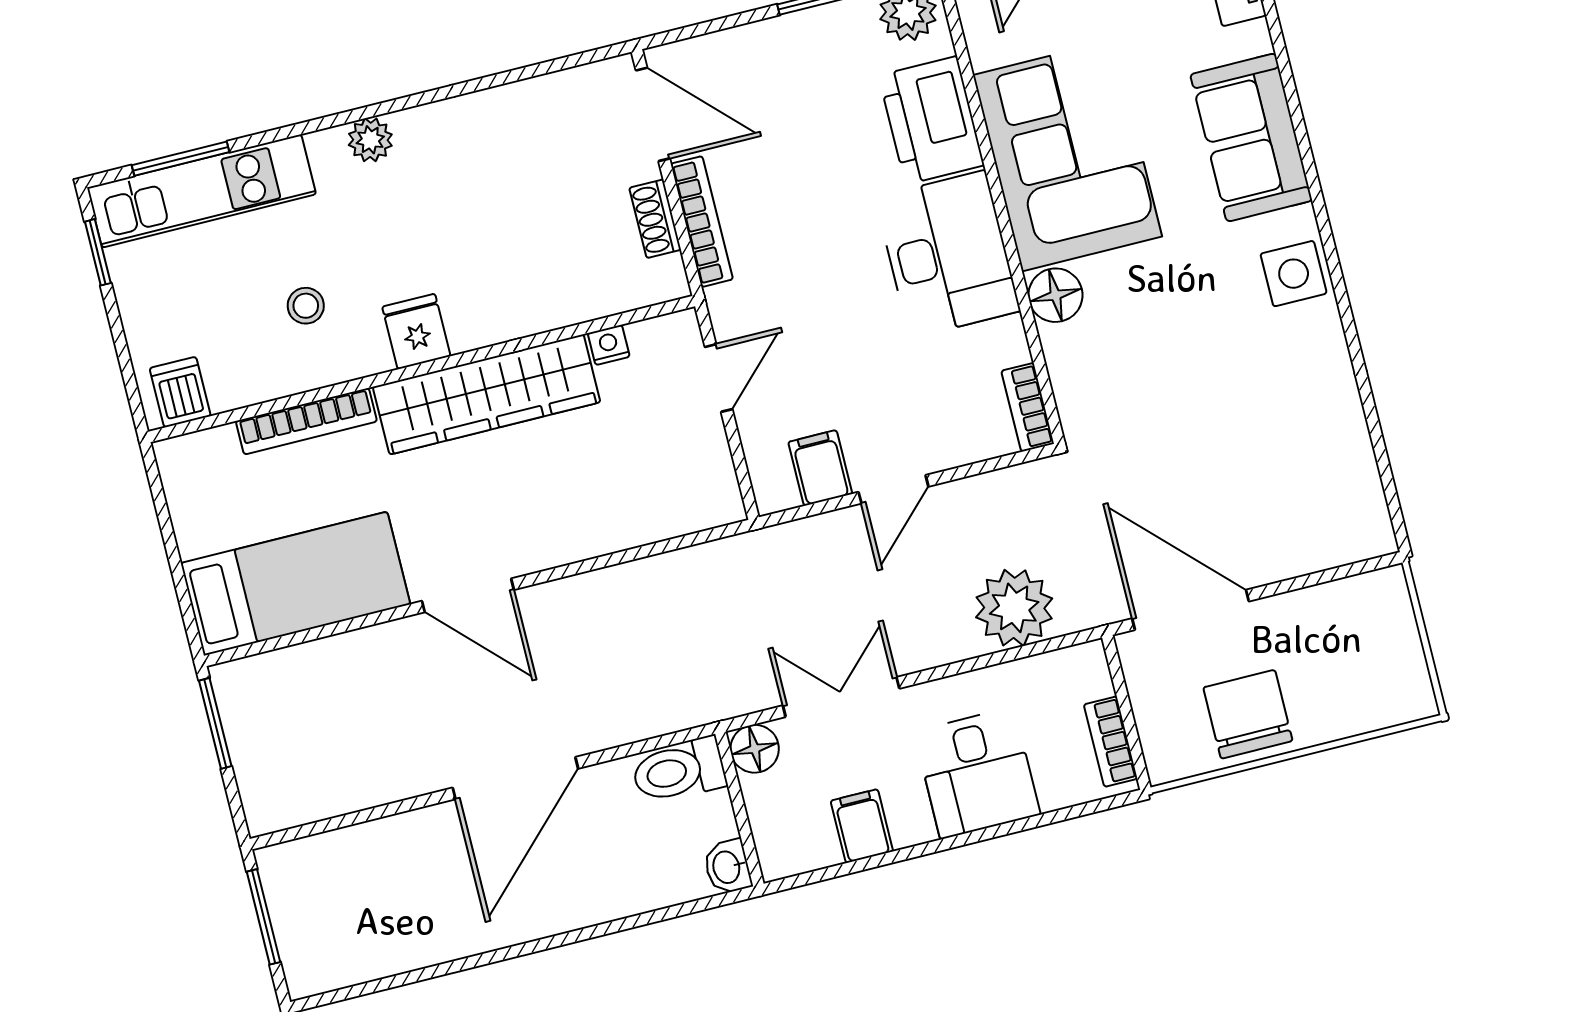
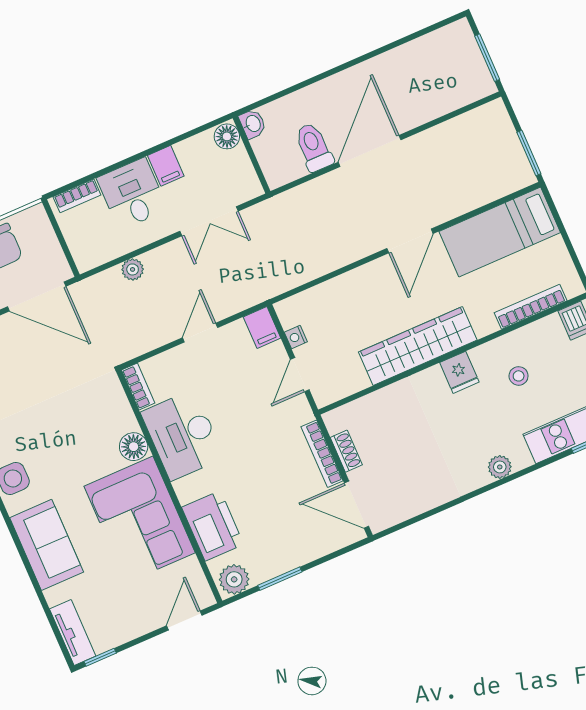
desk: (948, 254) -> (182, 435), moved
nightstand: (609, 345) -> (296, 337), moved, turned 90
bookcase: (306, 421) -> (531, 307), moved
filing cabinet: (820, 468) -> (262, 327), moved
door: (468, 595) -> (410, 241), swing flipped
plant: (1014, 608) -> (133, 269), width x0.53, depth x0.53
bookcase: (1111, 742) -> (77, 196), moved, turned 90
floor lamp: (755, 749) -> (227, 136), moved
toilet: (679, 771) -> (314, 147), moved, turned -90
filing cabinet: (862, 826) -> (166, 166), moved

